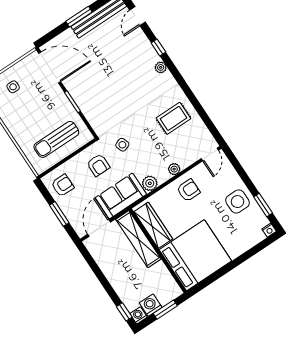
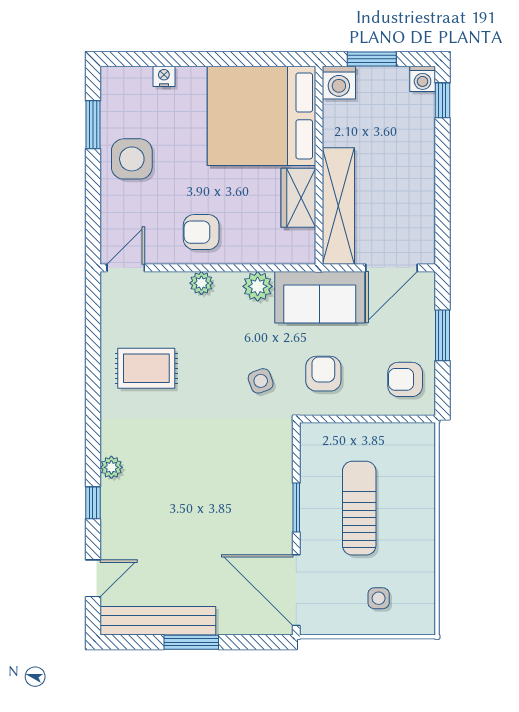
sun lounger: (56, 139) -> (359, 508), moved, turned -90
wardrobe: (153, 225) -> (298, 198), width x0.67
nightstand: (269, 230) -> (164, 76), moved
washing machine: (151, 305) -> (339, 83), moved

